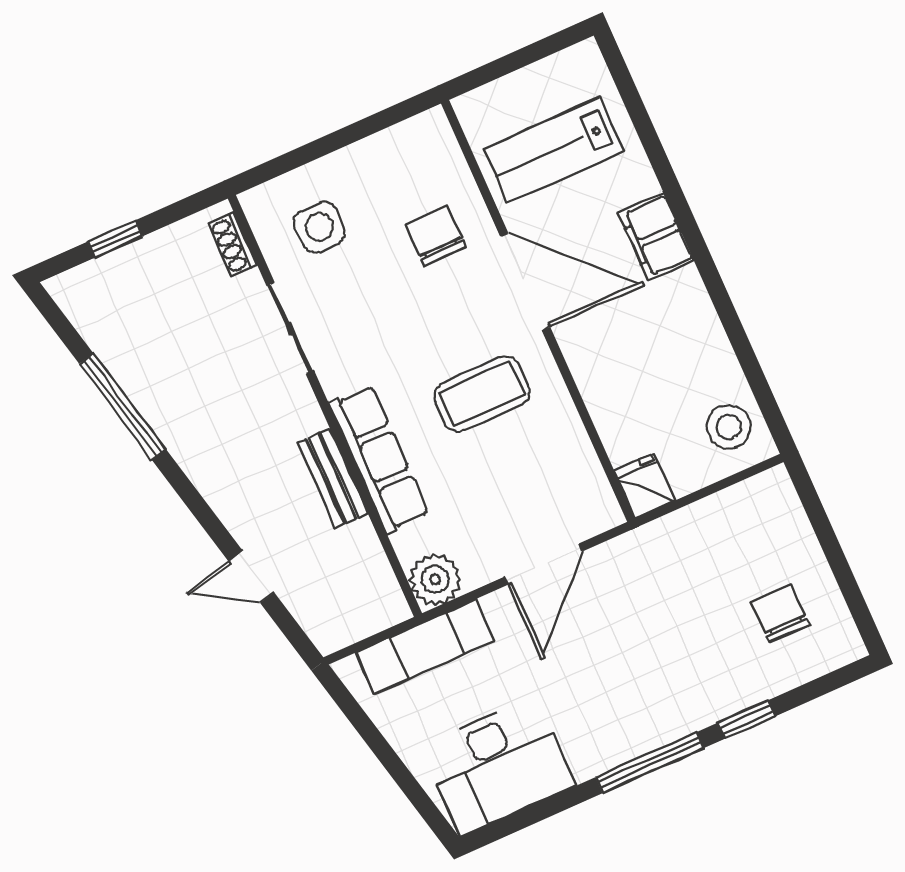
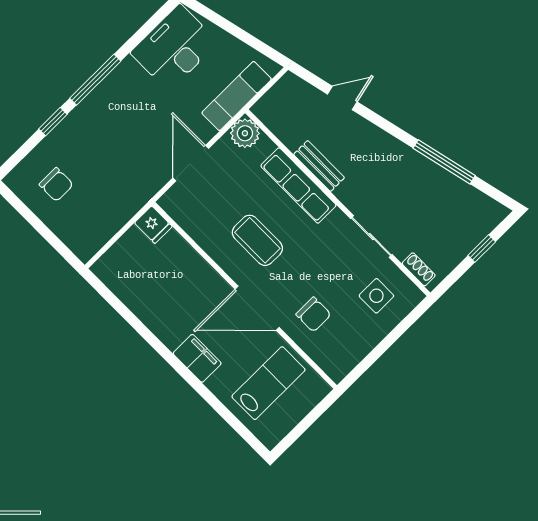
coffee table: (482, 394) -> (257, 240), turned 90
stool: (729, 427) -> (121, 272), removed

